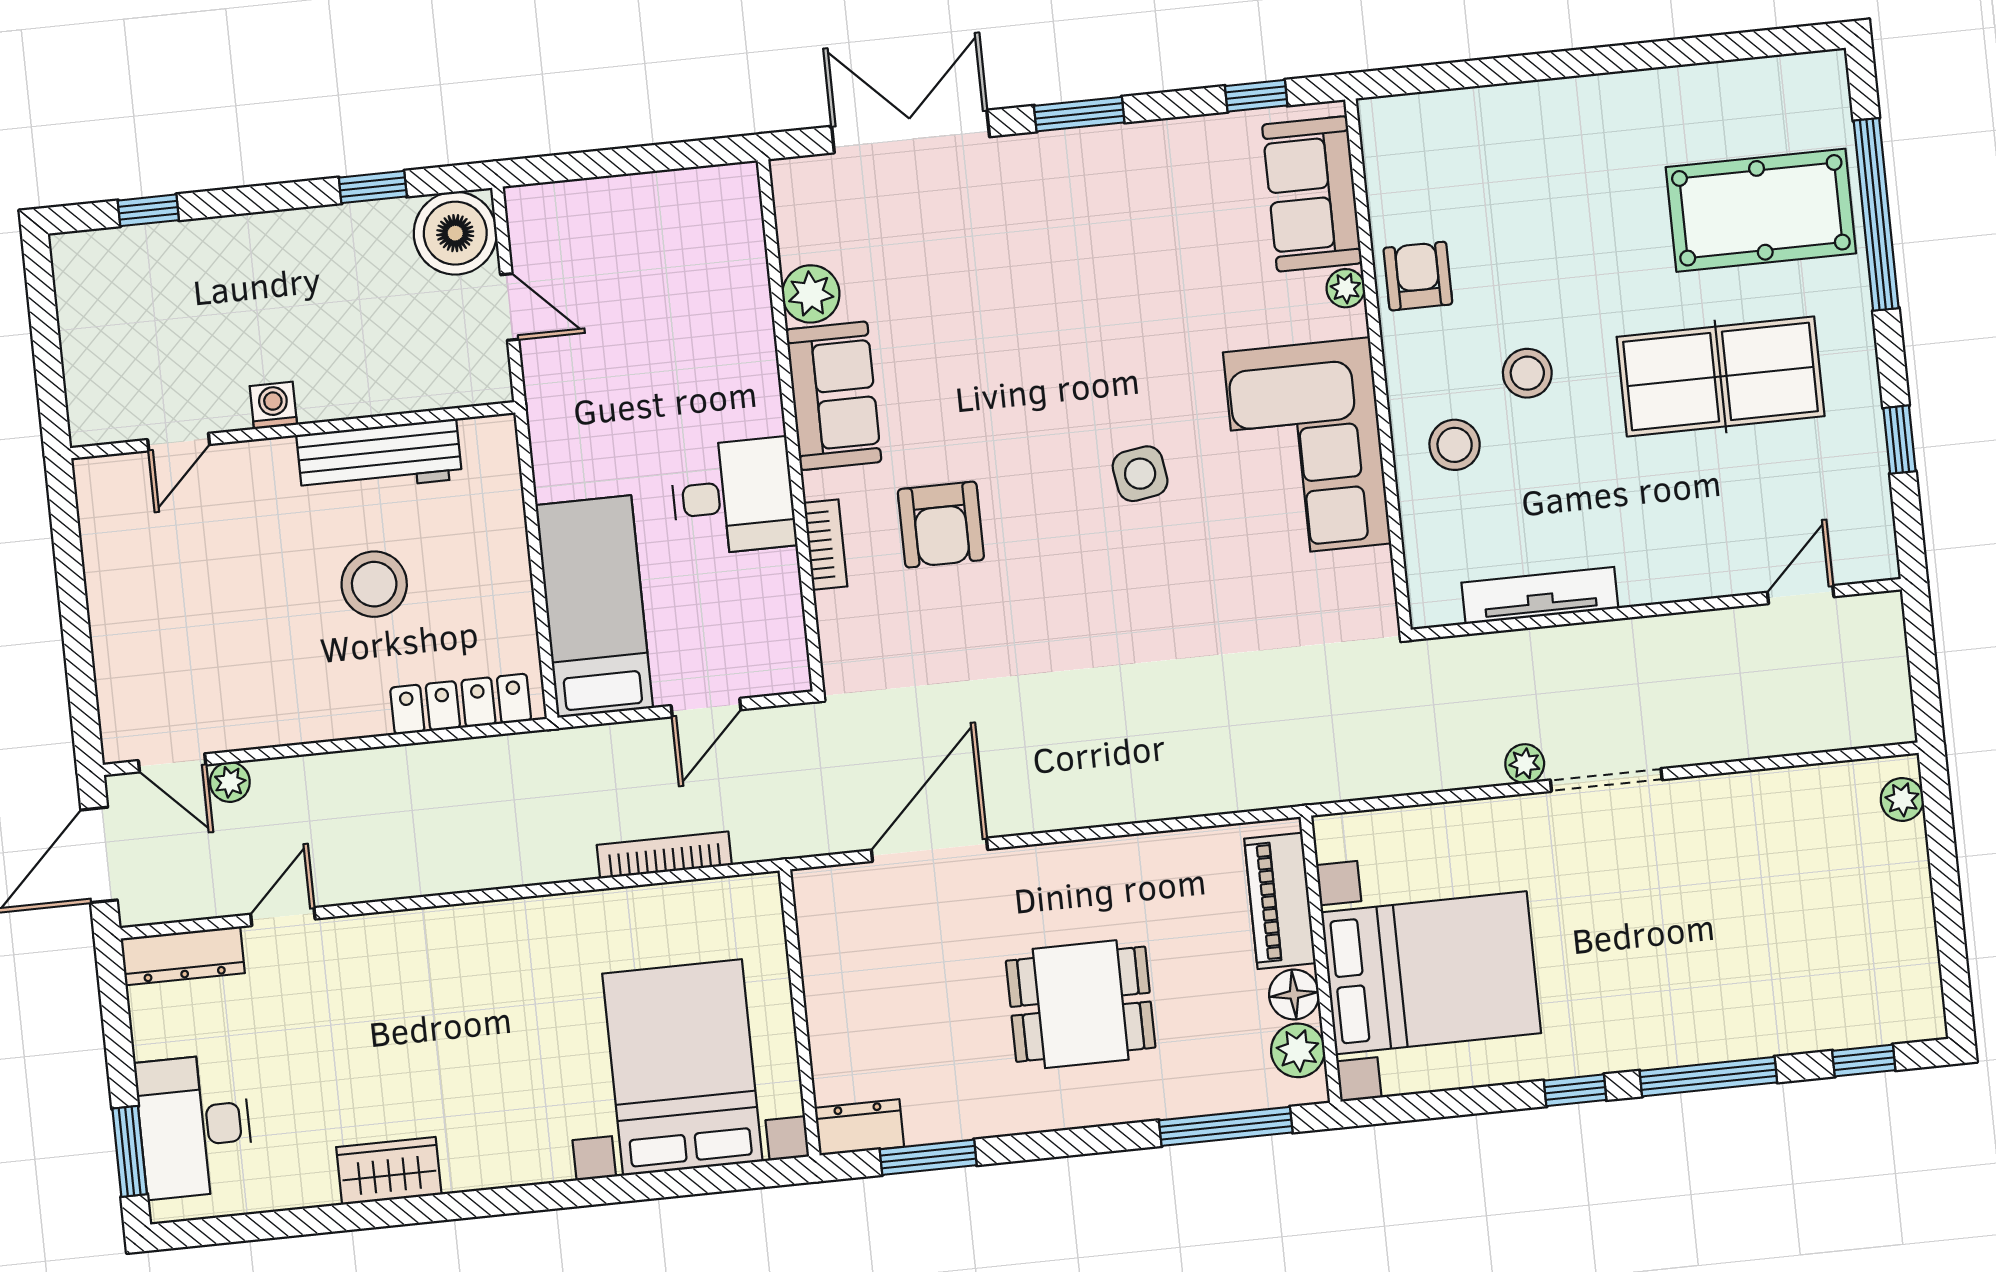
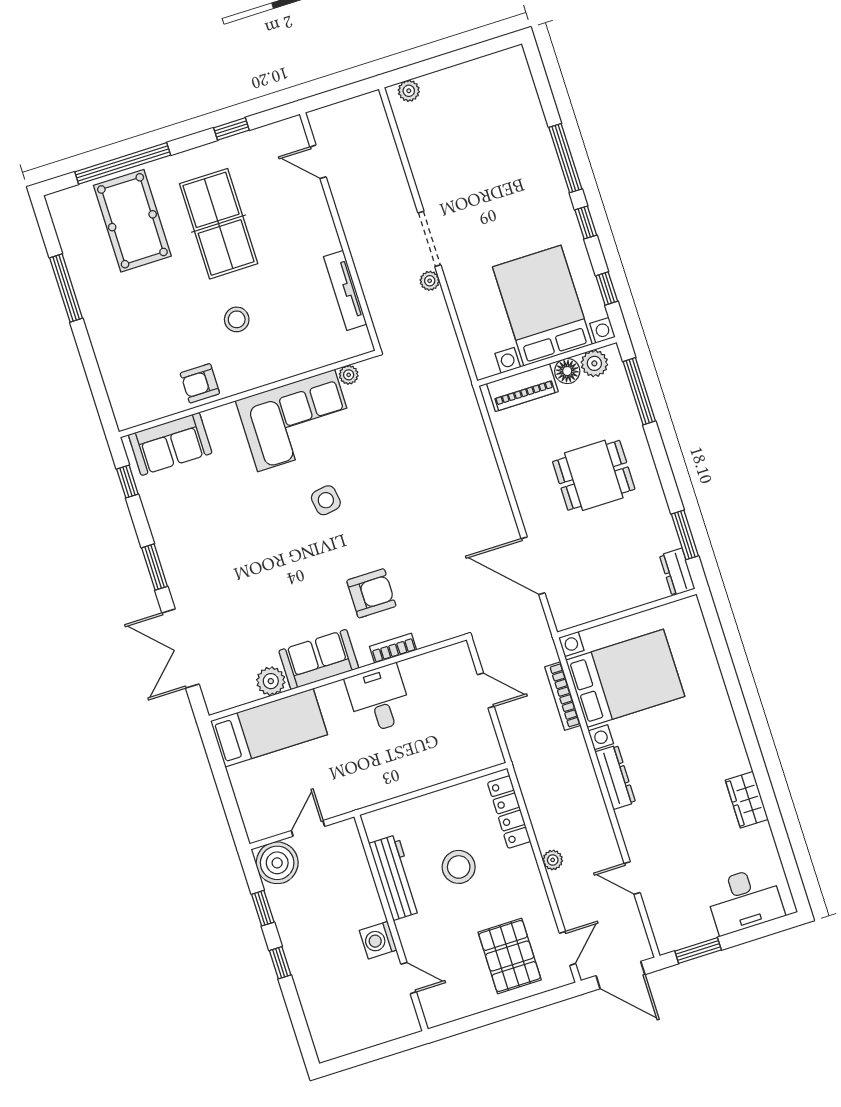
window: (1657, 54) -> (66, 288), added
window: (148, 210) -> (280, 963), moved
plant: (1346, 288) -> (349, 375), moved
washing machine: (273, 405) -> (378, 940), width x1.38, depth x1.38
stool: (1455, 445) -> (279, 348), removed
bed: (594, 607) -> (269, 728), moved, turned 180
pallet: (181, 647) -> (510, 956), added
plant: (230, 782) -> (553, 860), moved
dresser: (183, 956) -> (615, 777), moved
dining table: (1081, 1004) -> (594, 475), turned 90
window: (1864, 1060) -> (607, 288), moved
bed with nightstands: (682, 1067) -> (625, 678), moved, turned 180
window: (130, 1151) -> (698, 950), moved

